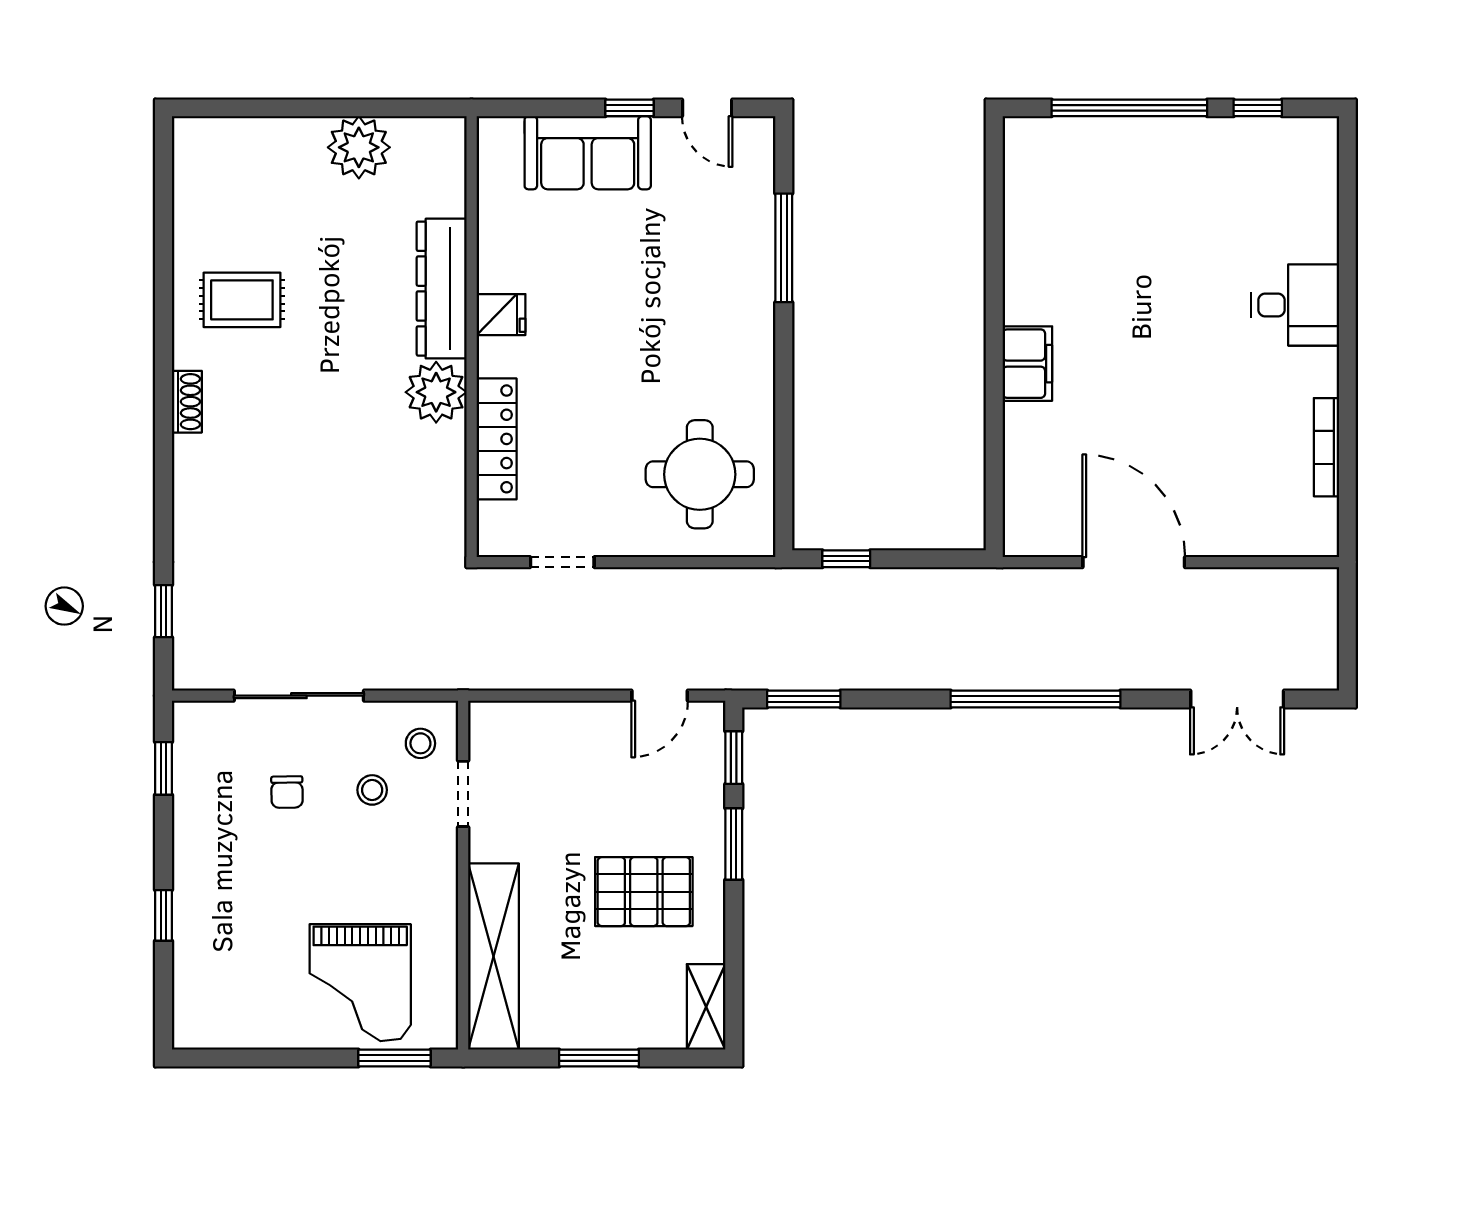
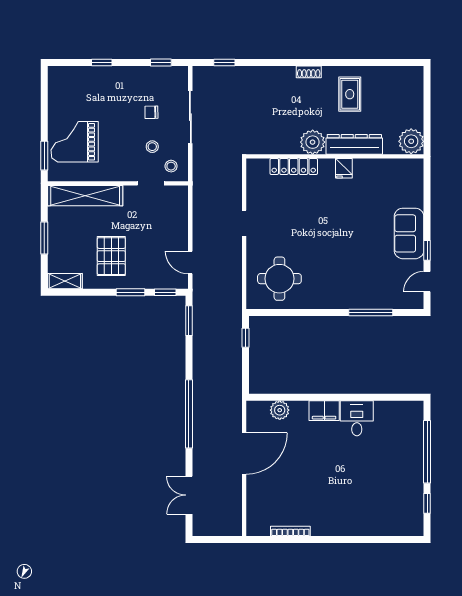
dresser: (442, 289) -> (354, 144), moved
desk: (1295, 305) -> (357, 418), moved, turned 180
fridge: (501, 315) -> (344, 168), moved
wall: (472, 337) -> (335, 156), moved
plant: (436, 392) -> (313, 142), moved
locker: (497, 439) -> (294, 166), moved
plant: (1026, 474) -> (280, 410), added

